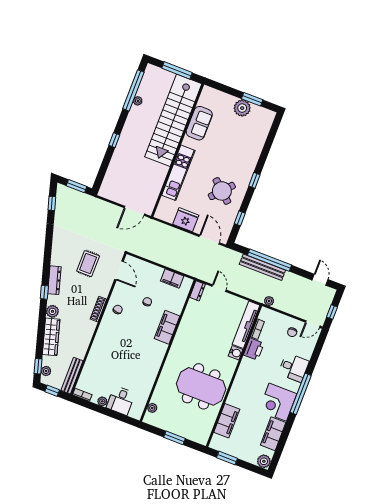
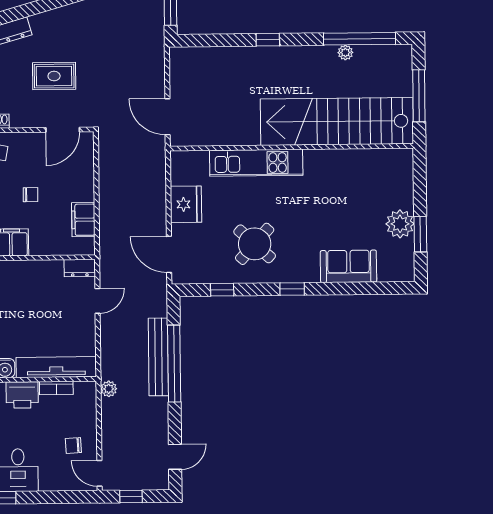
sofa: (199, 123) -> (348, 266), moved, turned 180
door: (209, 240) -> (169, 254), swing flipped

